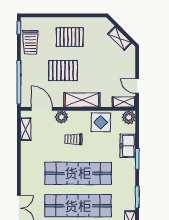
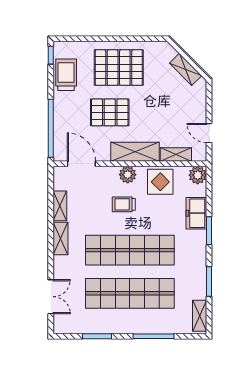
pallet: (70, 37) -> (119, 68), width x1.37, depth x1.41
trolley: (30, 42) -> (66, 75), turned 180
shelving: (124, 102) -> (176, 154), moved
plant: (62, 117) -> (128, 175), moved
shelving: (26, 129) -> (60, 206), moved
shelving: (26, 165) -> (60, 239), added

